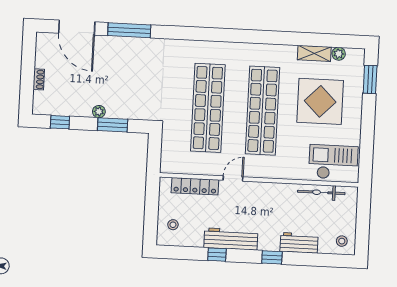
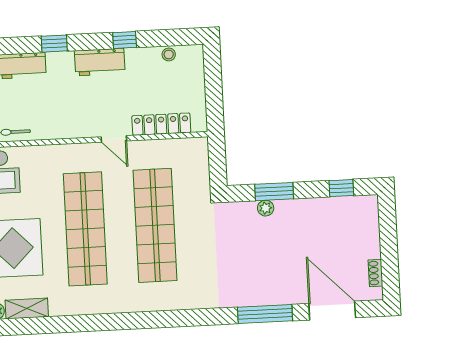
shoe rack: (39, 79) -> (375, 273), moved
plant: (99, 112) -> (266, 208), moved
door: (233, 179) -> (114, 139), hinge flipped
stool: (173, 225) -> (169, 54), moved
workbench: (231, 239) -> (100, 62), width x0.73

